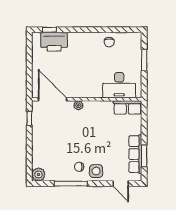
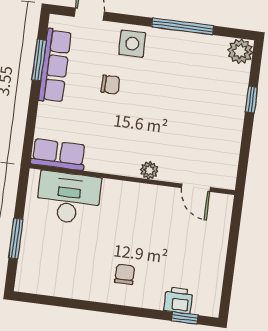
printer: (54, 42) -> (178, 300), width x0.53, depth x0.68
chair: (109, 42) -> (125, 274), moved
door: (52, 99) -> (196, 188), width x0.53
window: (29, 118) -> (251, 100), moved
chair: (79, 167) -> (110, 85), moved

